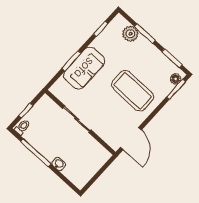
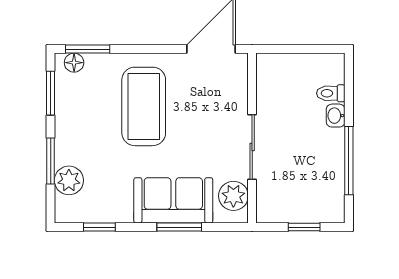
plant: (64, 94) -> (233, 196), added
toilet: (22, 127) -> (331, 93), moved

